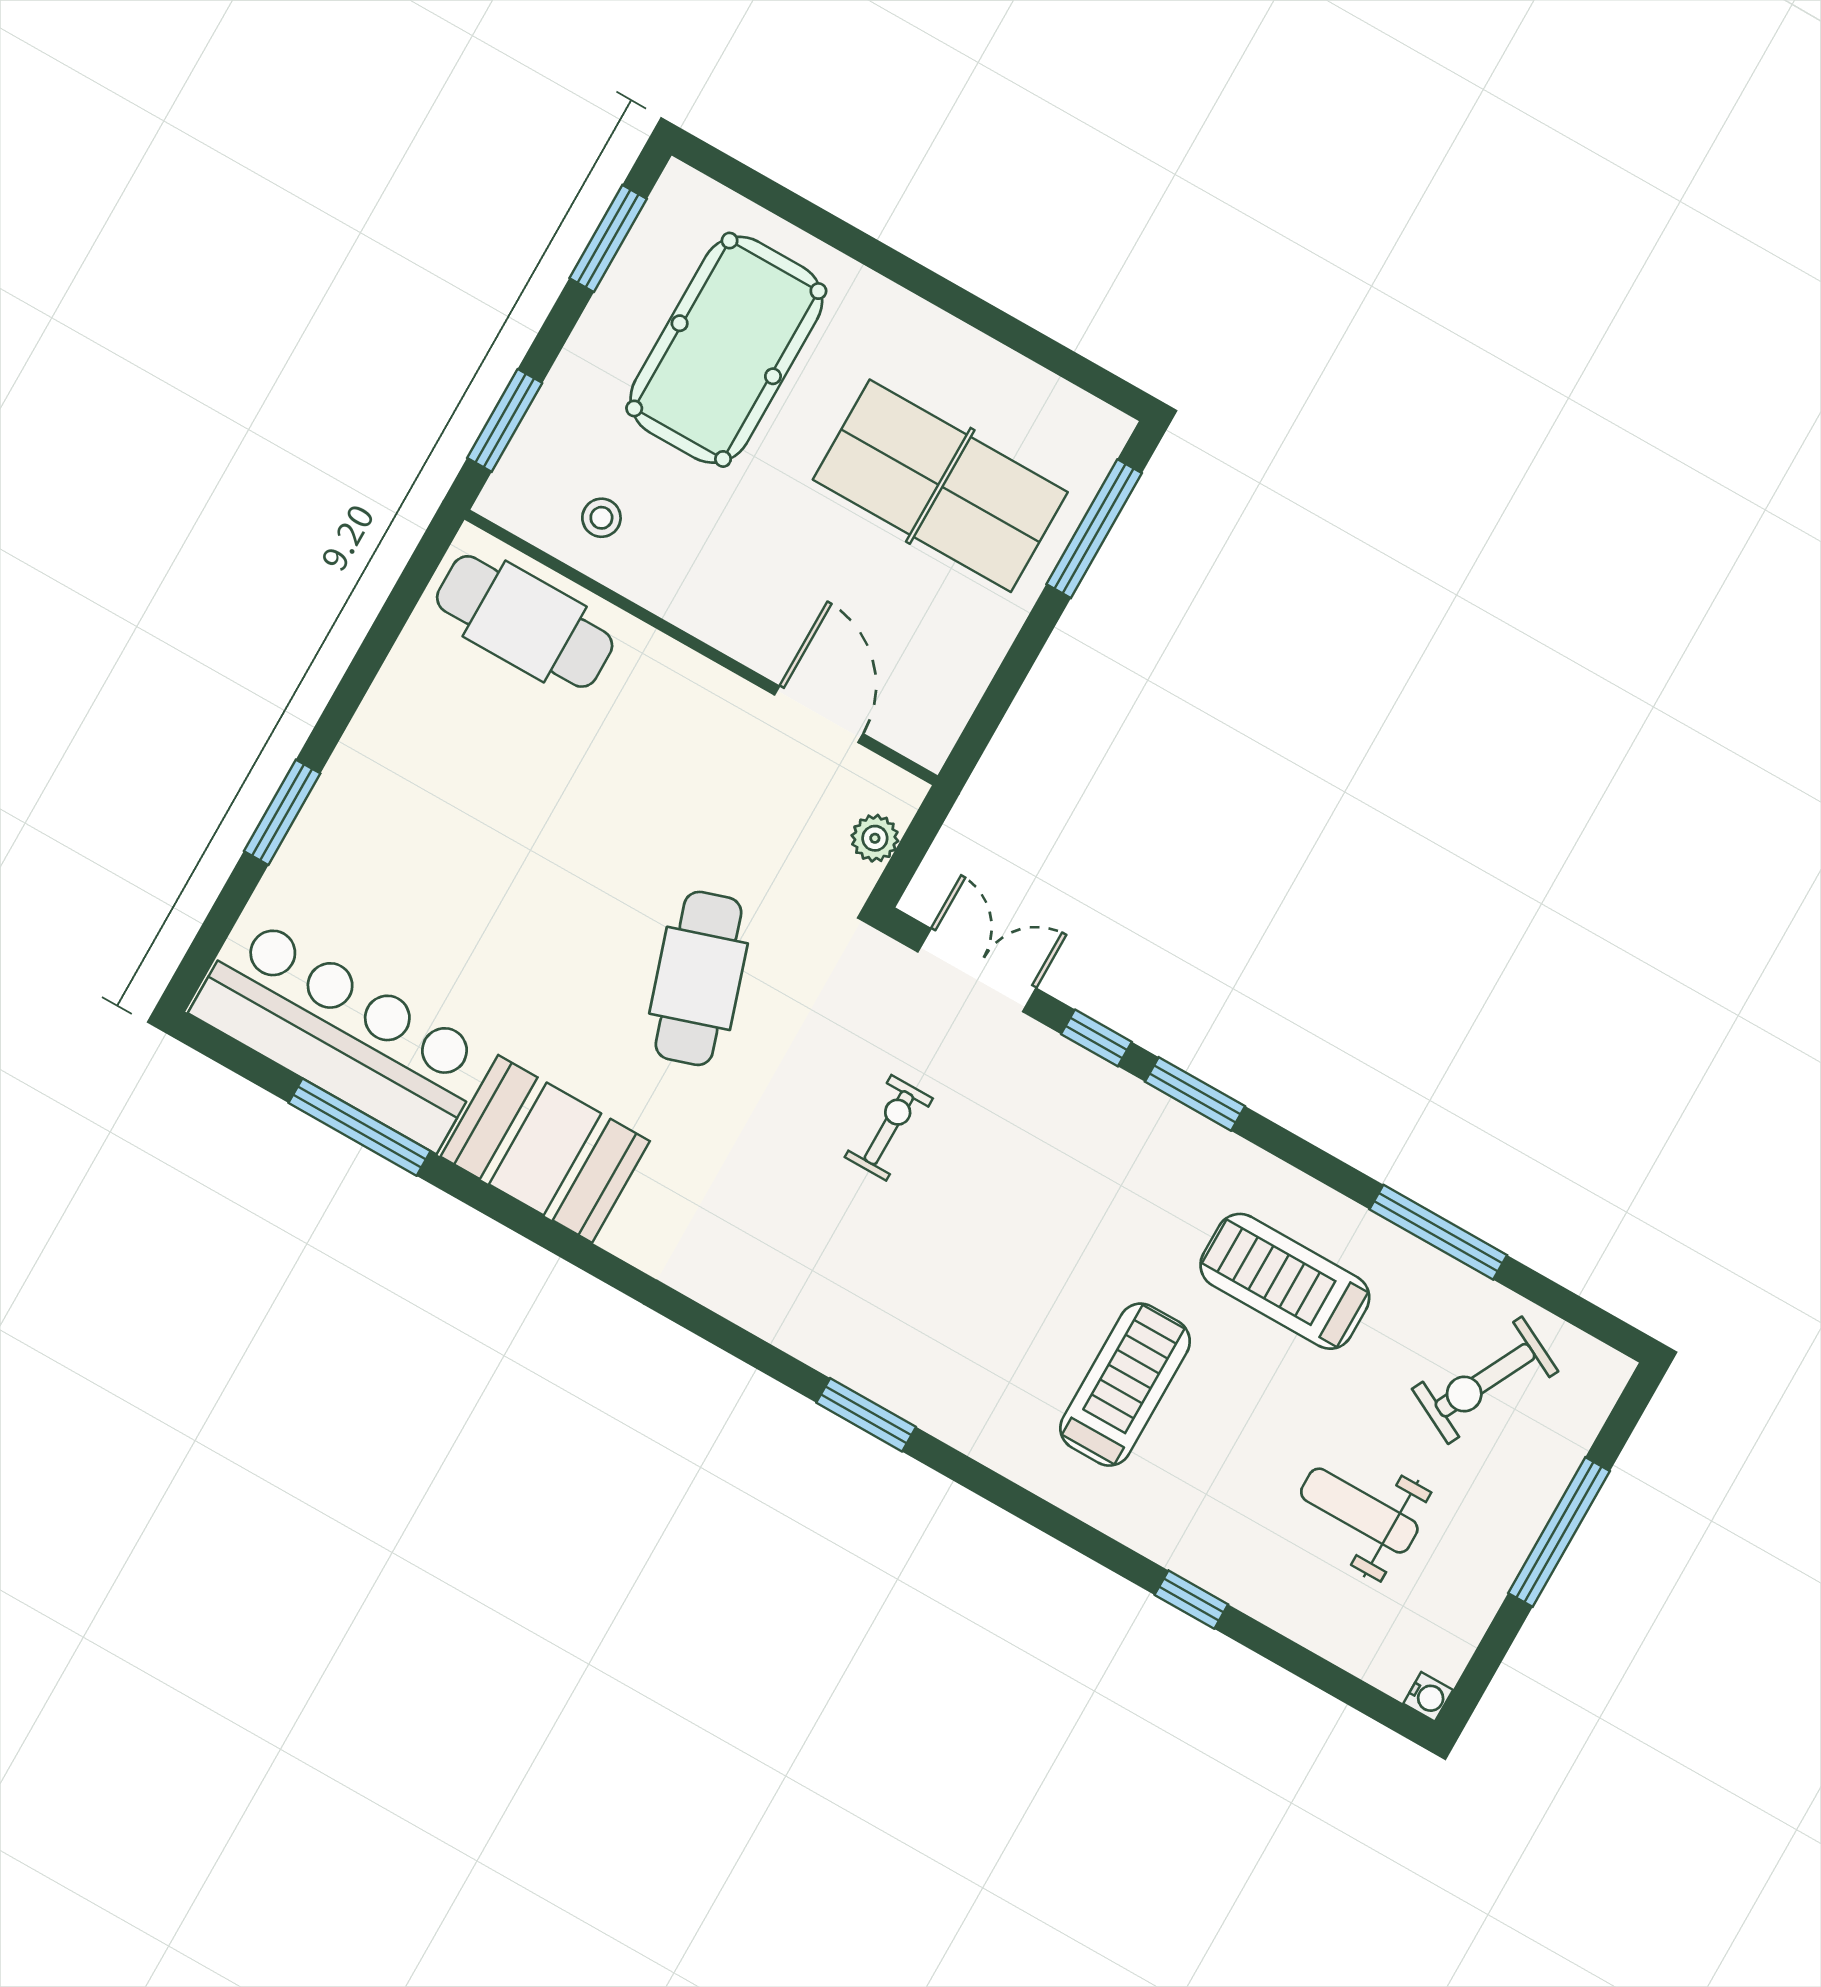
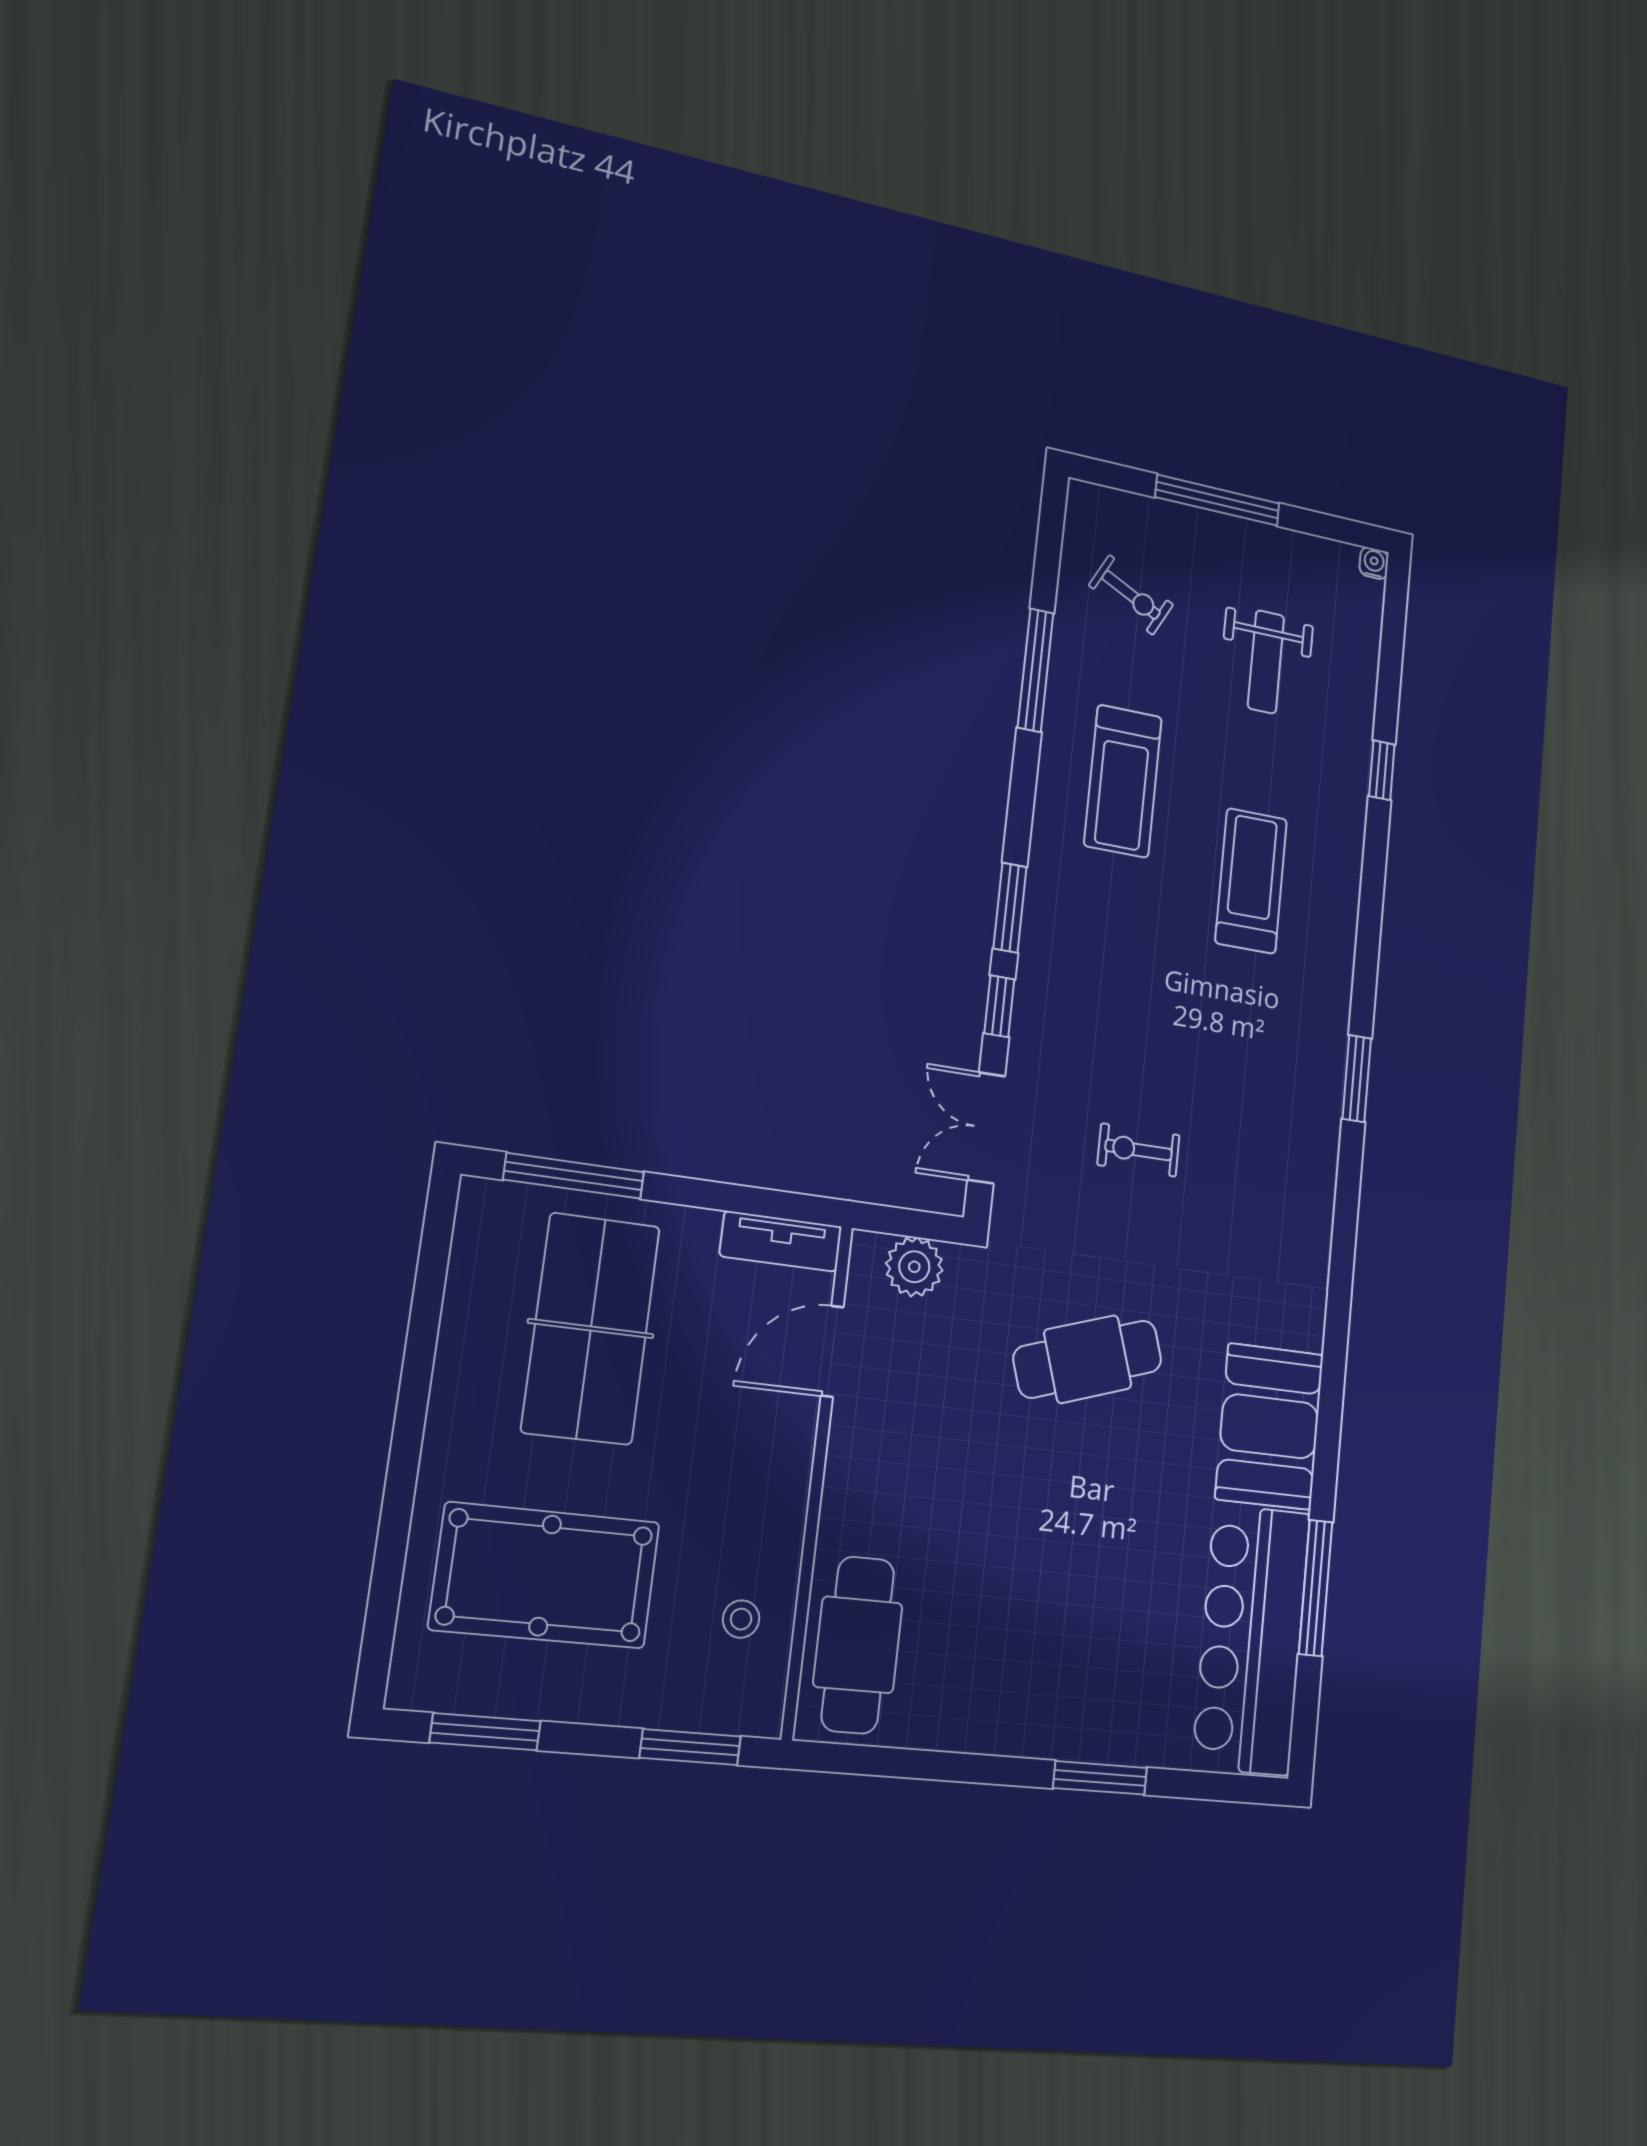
tv unit: (948, 707) -> (781, 1241), added
plant: (875, 838) -> (914, 1267), width x1.38, depth x1.38
exercise bike: (1485, 1380) -> (1131, 595), width x0.73, depth x0.72
treadmill: (1125, 1385) -> (1251, 881), turned 90

